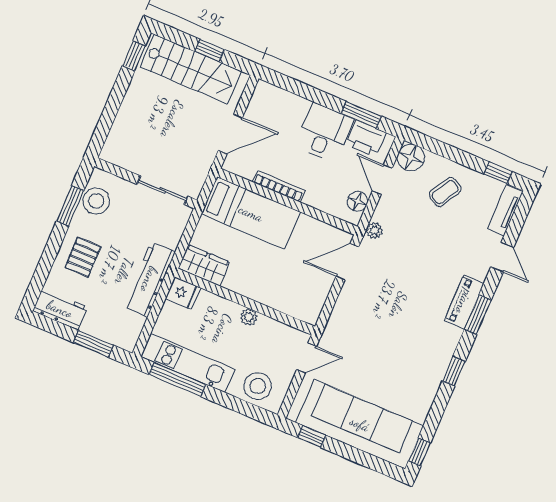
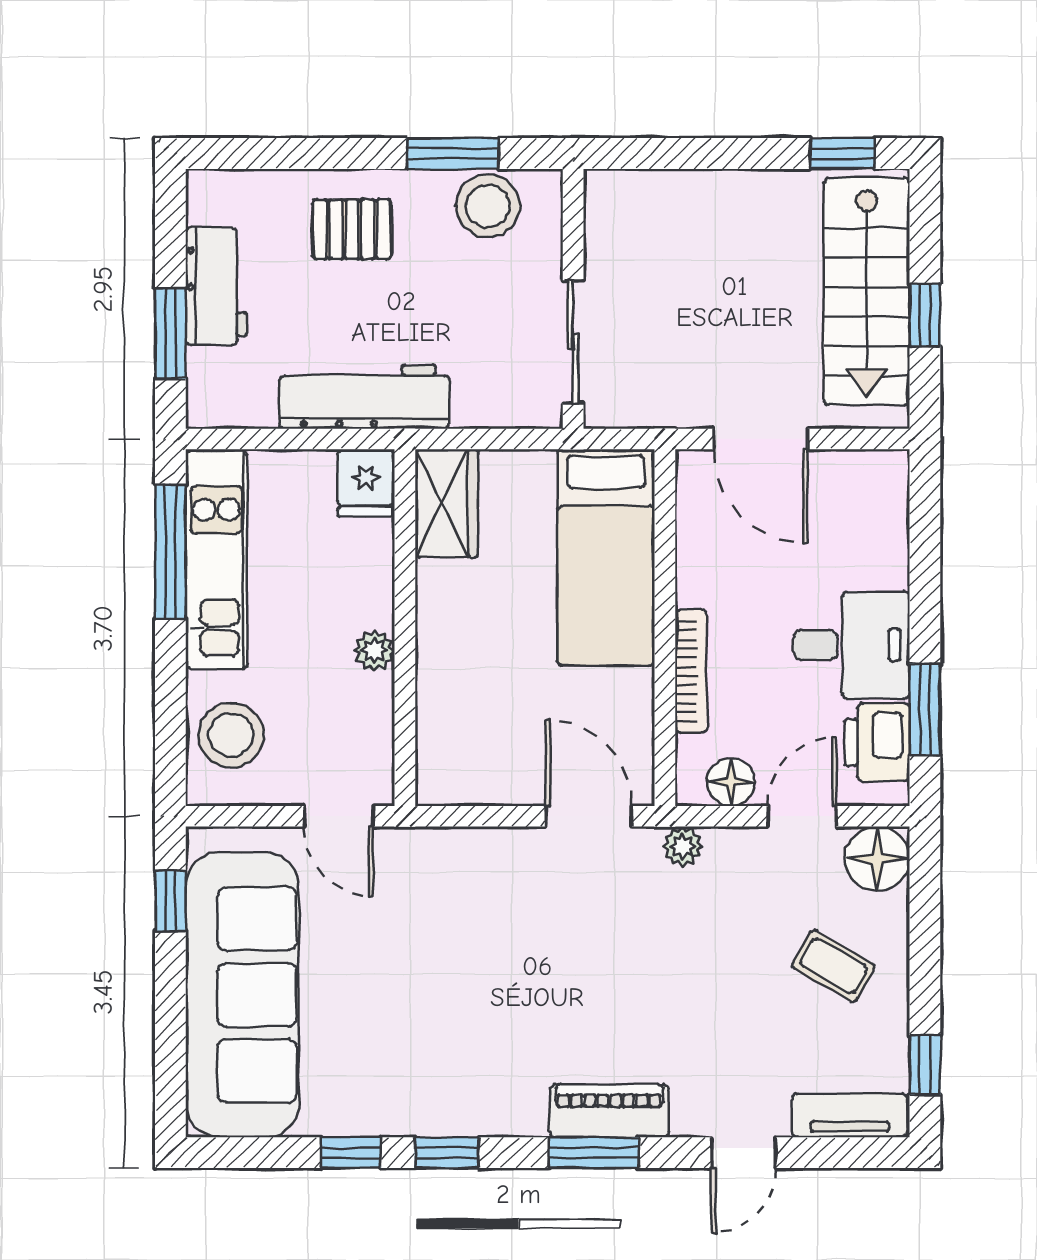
bookcase: (279, 186) -> (691, 671), moved
workbench: (60, 309) -> (216, 286), moved
window: (419, 452) -> (351, 1153), moved

